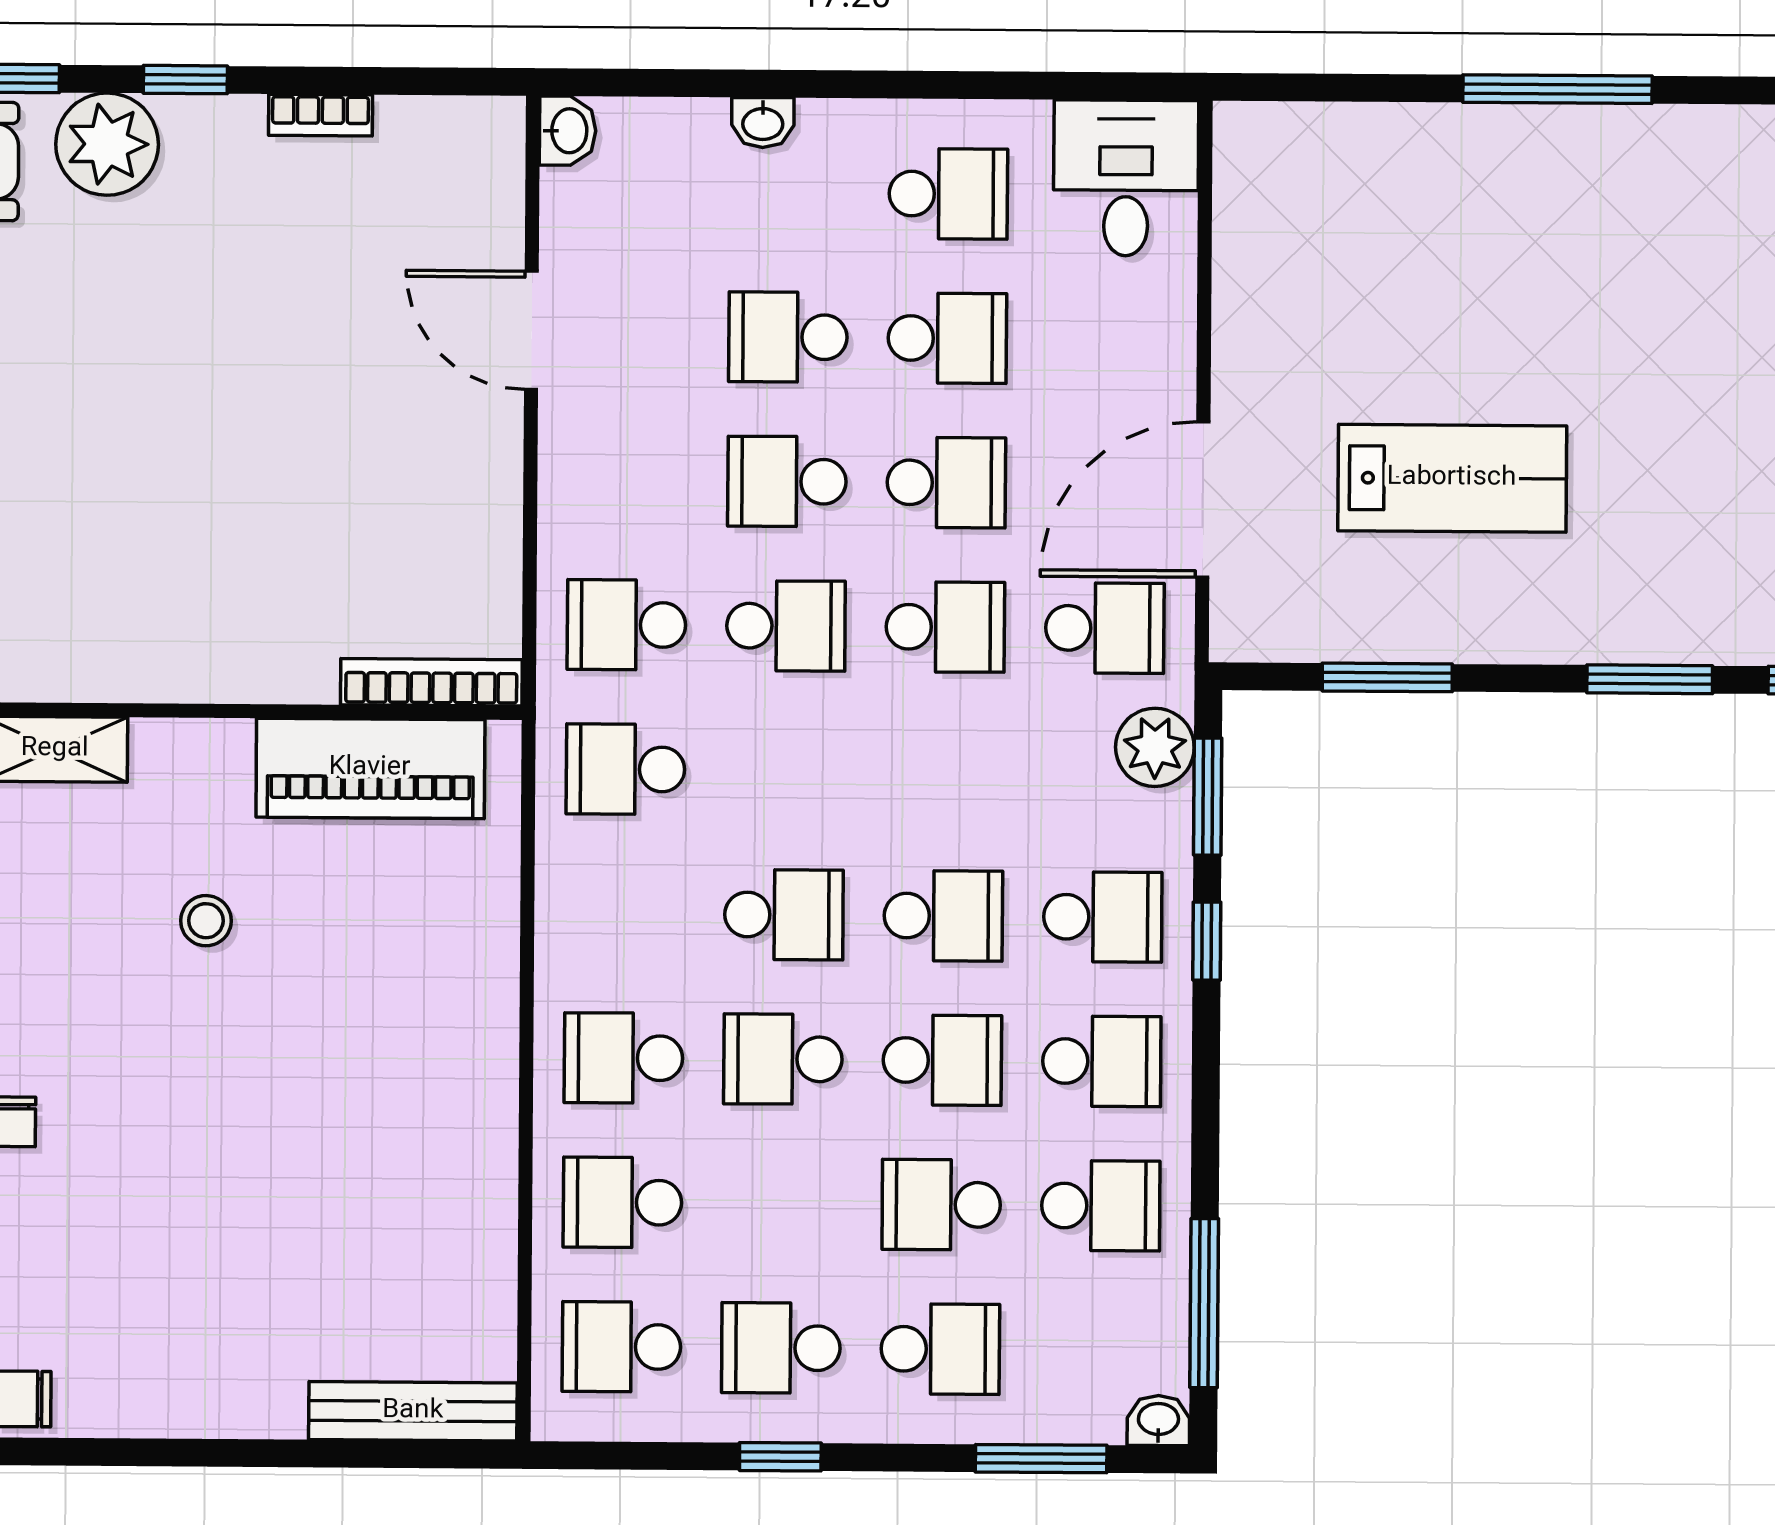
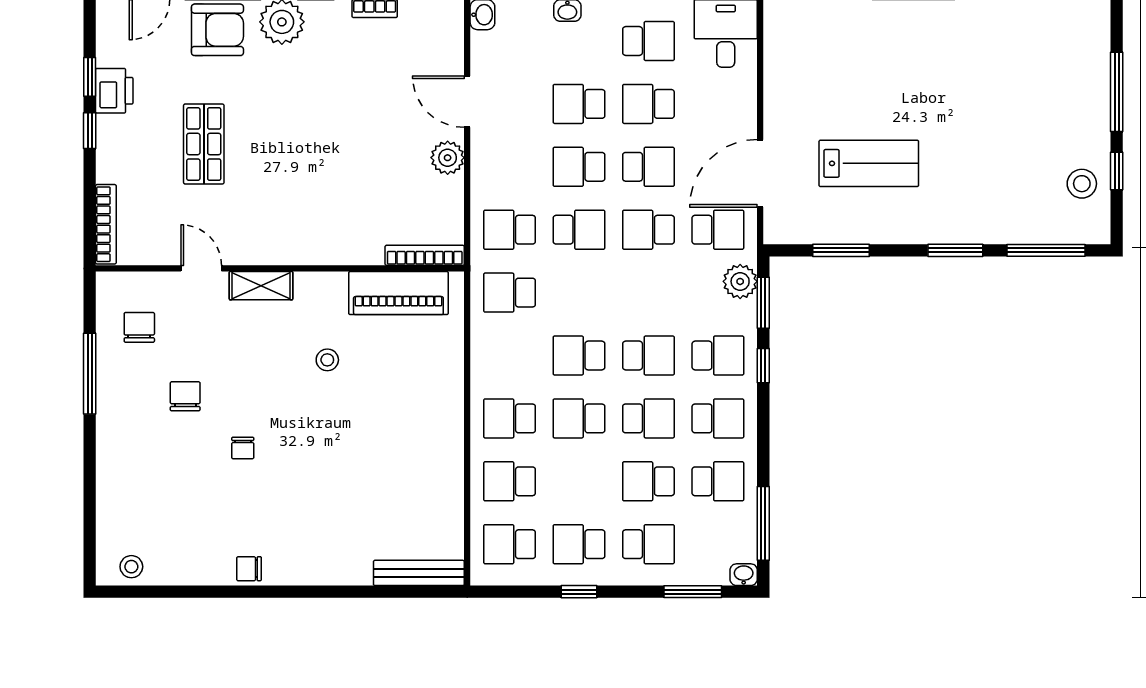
school desk: (947, 338) -> (648, 104), turned 180
plant: (485, 459) -> (448, 158), added
school desk: (945, 627) -> (648, 230), turned 180
school desk: (784, 915) -> (579, 356), turned 180

